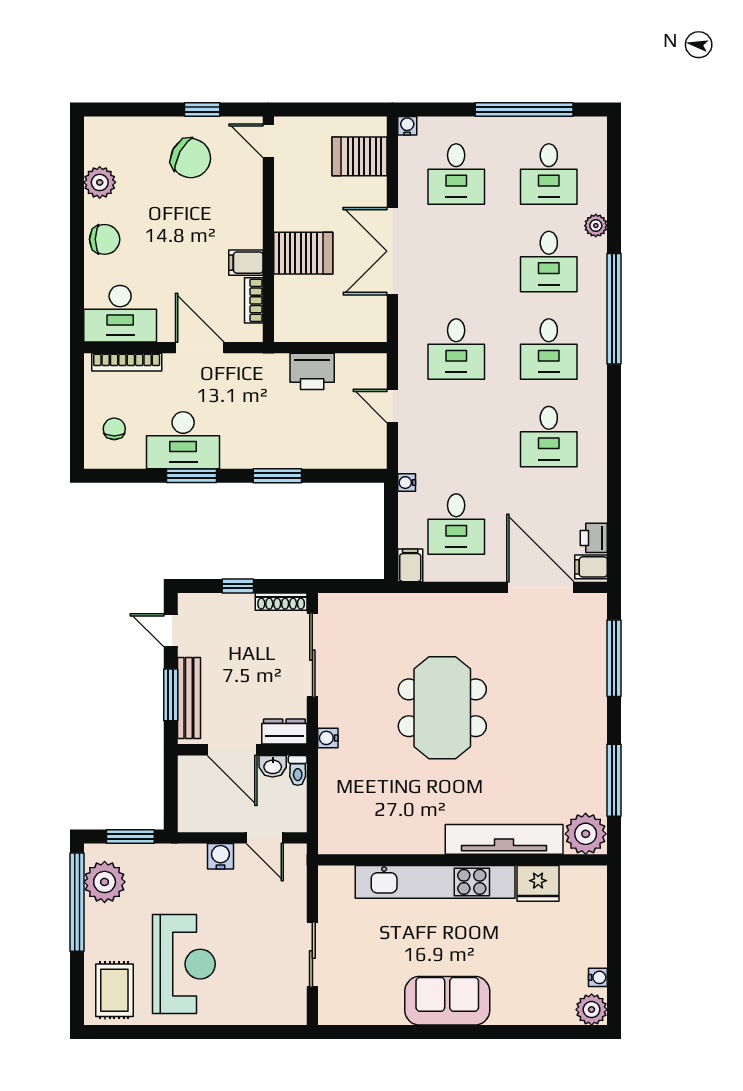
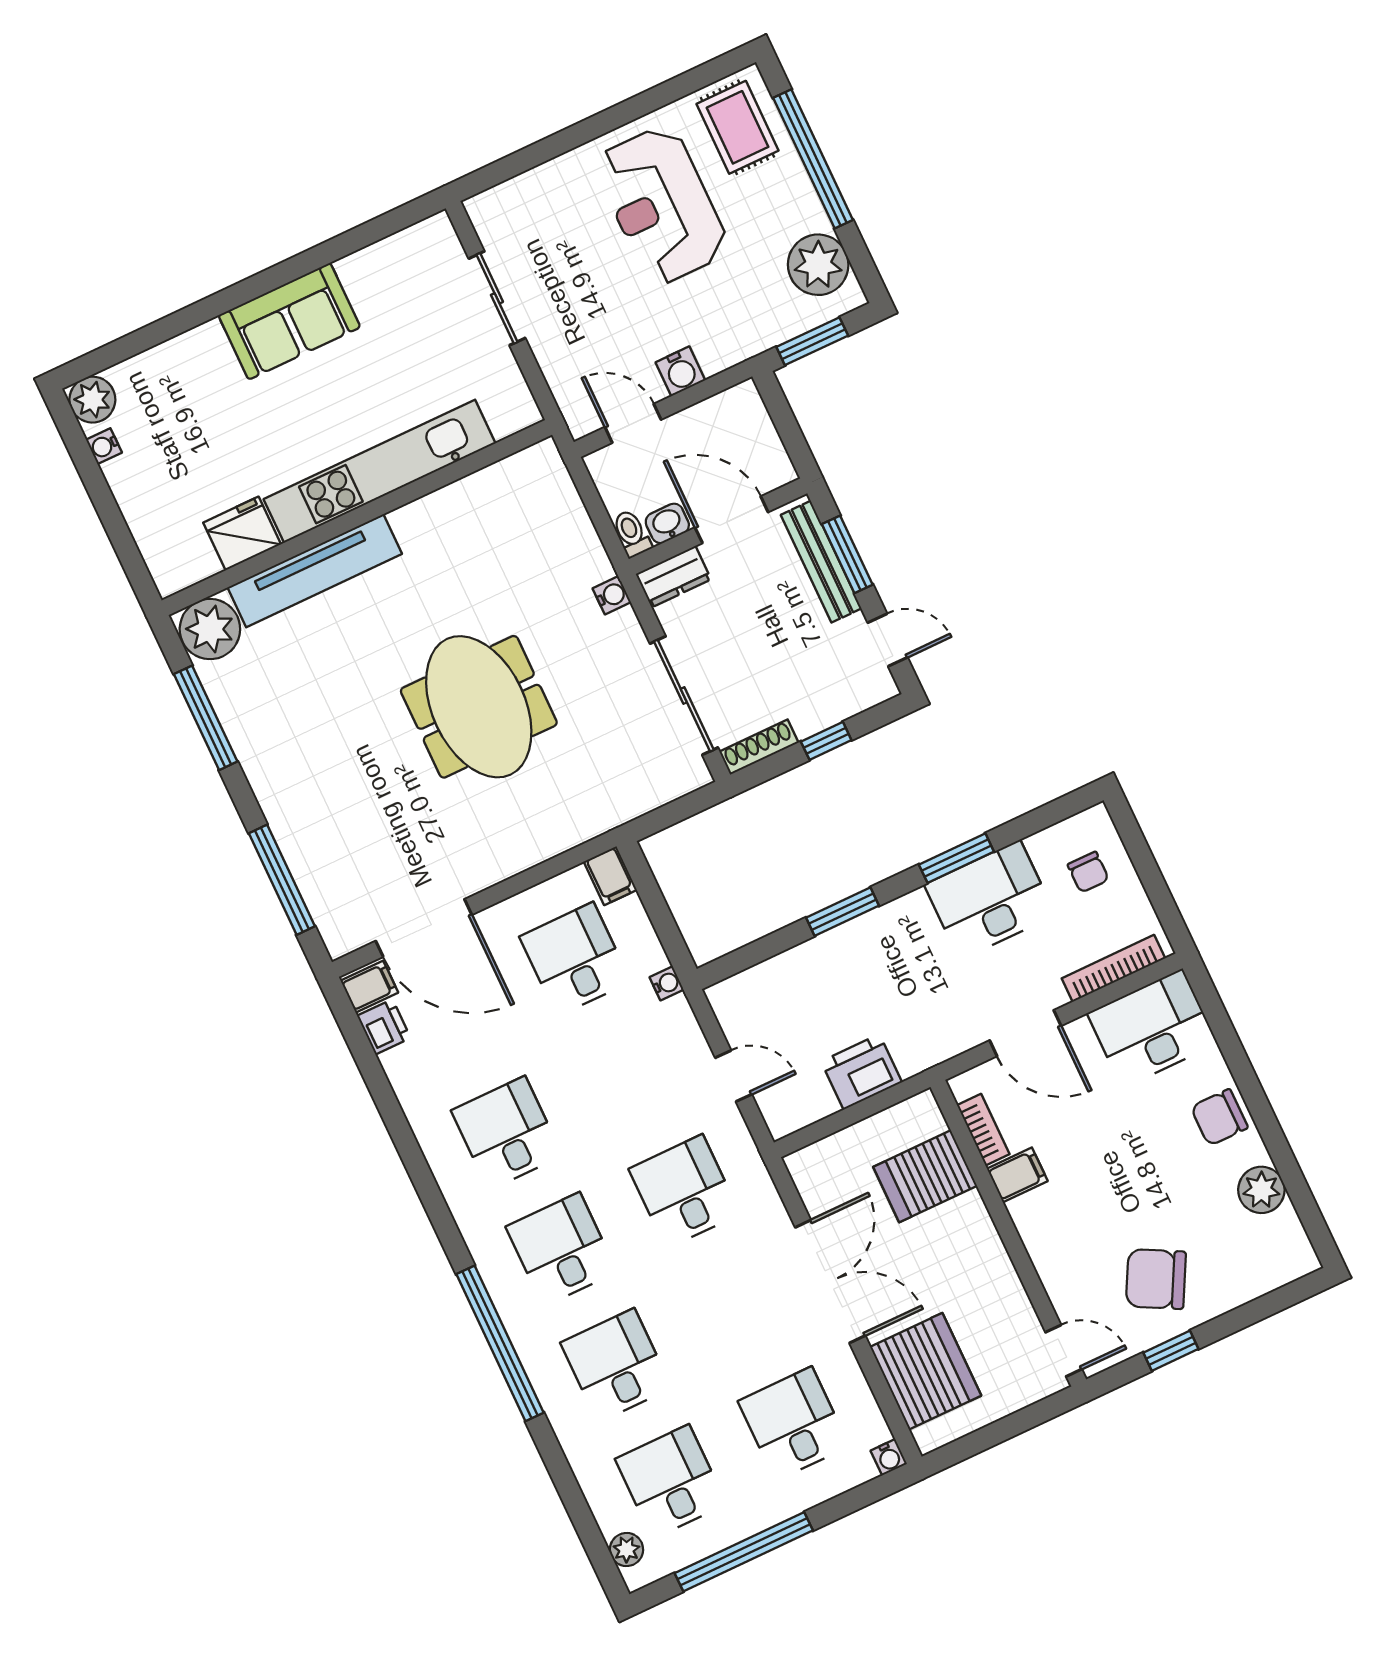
server rack: (360, 156) -> (926, 1371), width x1.60
plant: (596, 226) -> (626, 1550), moved
server rack: (303, 253) -> (925, 1176), moved
window: (77, 902) -> (813, 159), moved

